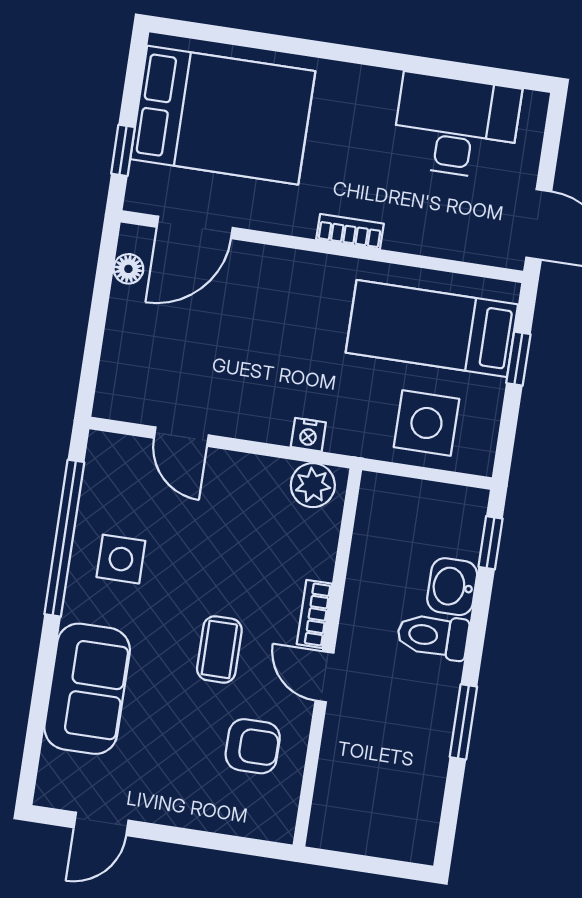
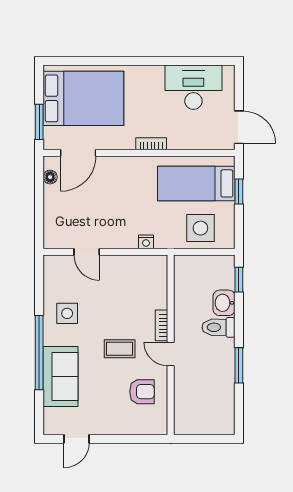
window: (123, 150) -> (39, 122), width x1.50
plant: (313, 485) -> (152, 265), removed
window: (64, 538) -> (39, 353), moved
coffee table: (219, 649) -> (120, 349), turned 90

